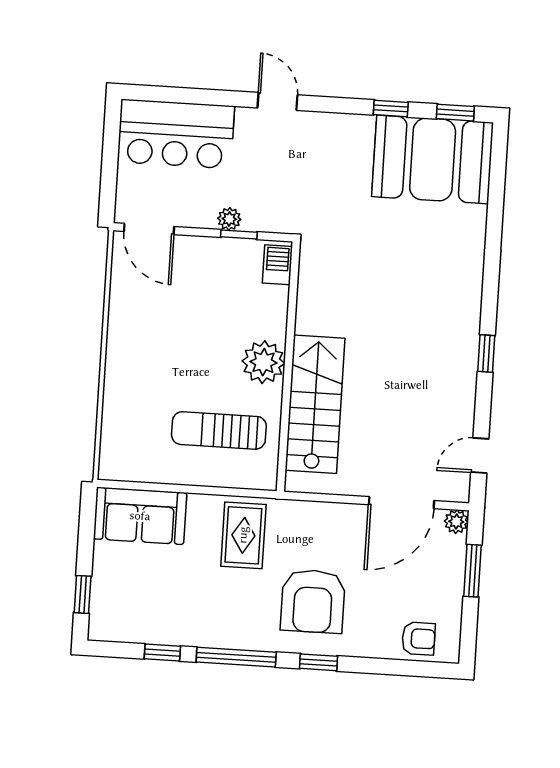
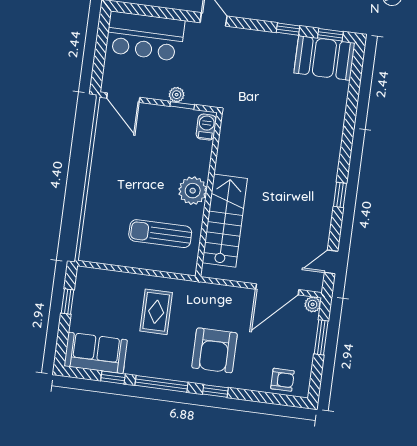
booth: (433, 160) -> (324, 58), width x0.73, depth x0.70
sofa: (140, 516) -> (96, 353), moved, turned 180
rug: (243, 535) -> (156, 312), moved
window: (83, 594) -> (68, 302), moved

